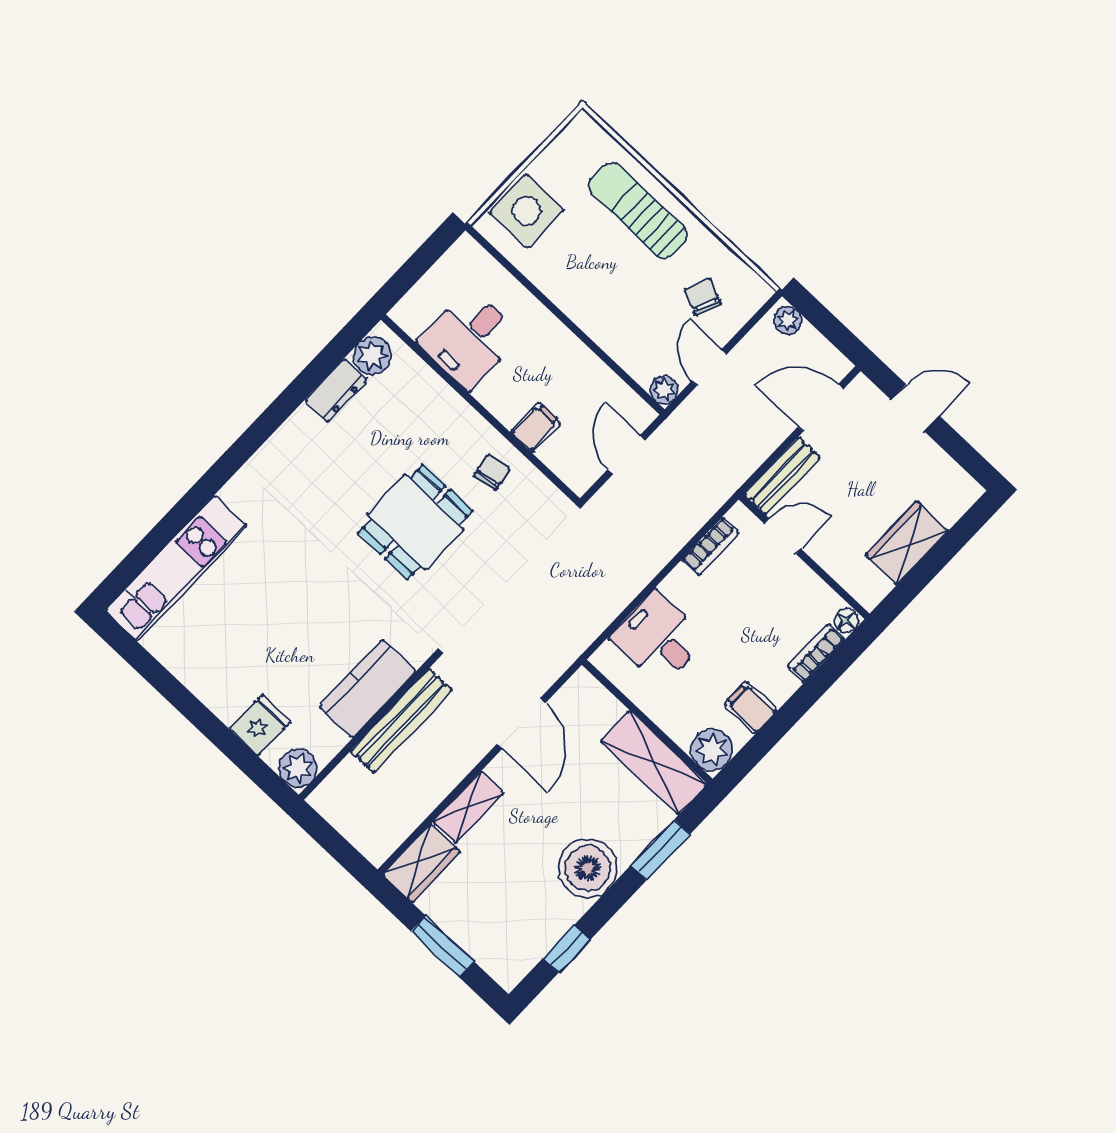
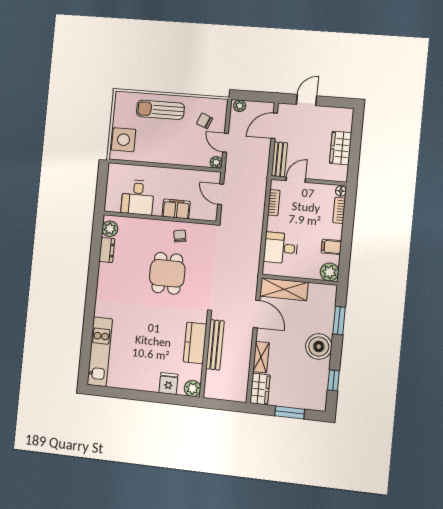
filing cabinet: (535, 427) -> (176, 209), width x2.00
shelving: (654, 763) -> (284, 289), moved

